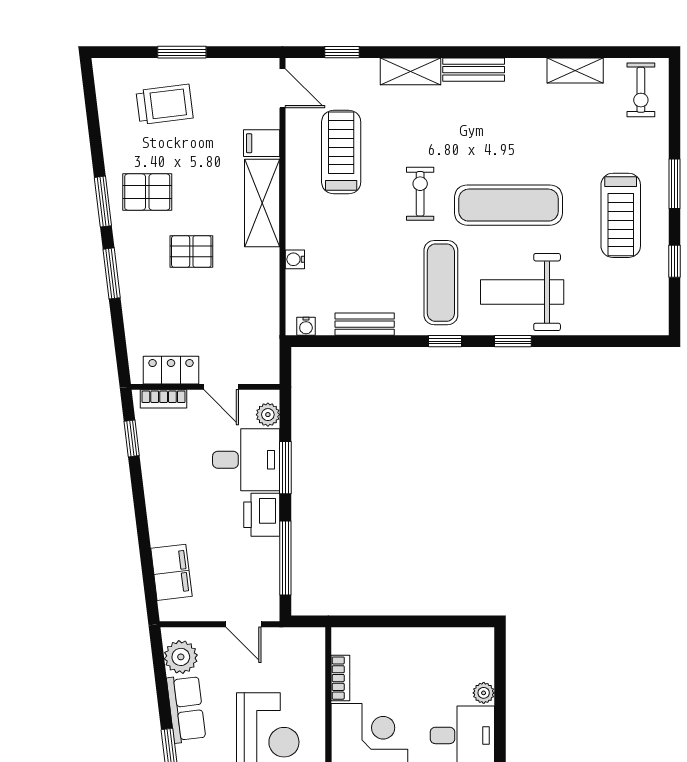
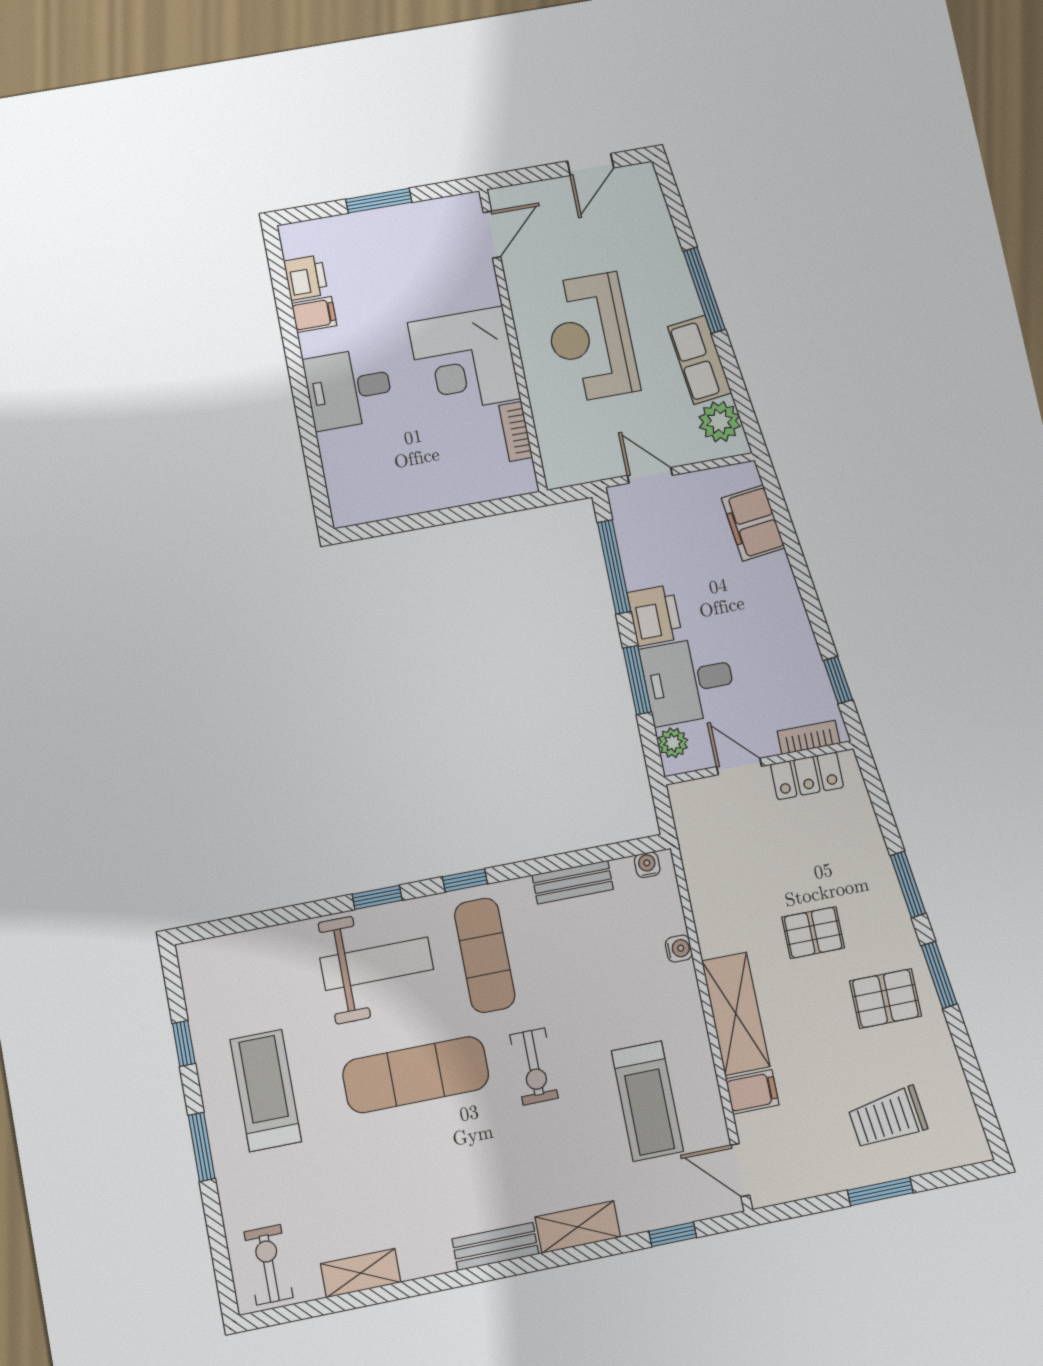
plant: (484, 693) -> (332, 446), removed

